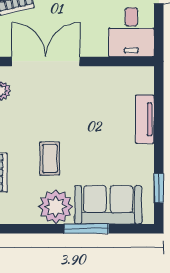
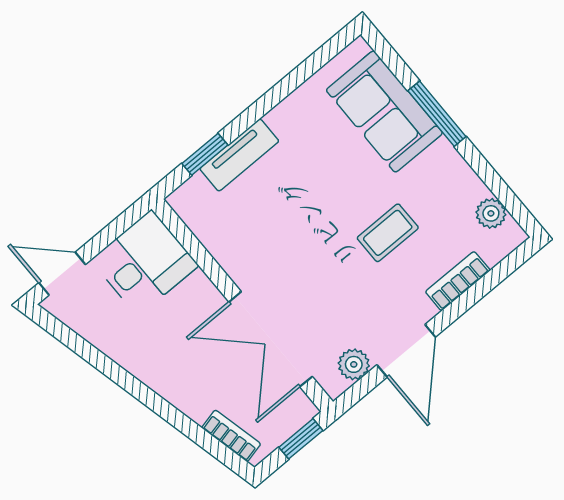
window: (159, 188) -> (205, 154), moved
plant: (56, 207) -> (491, 213), moved, width x0.53, depth x0.53

